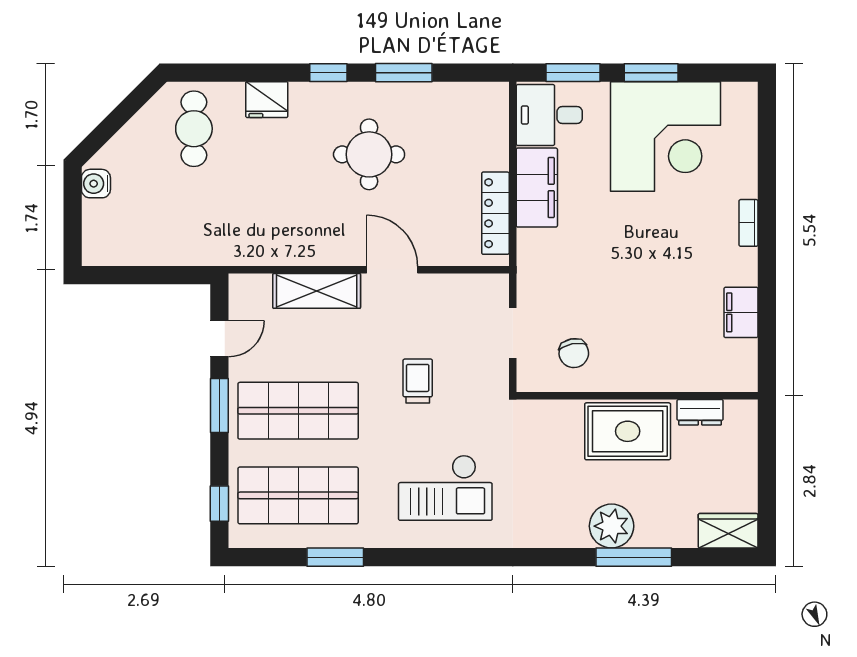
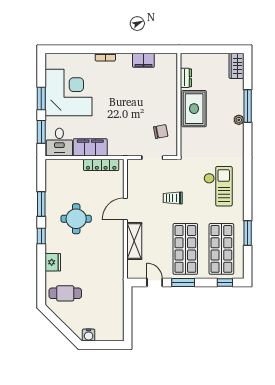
plant: (612, 526) -> (239, 120), width x0.53, depth x0.53

